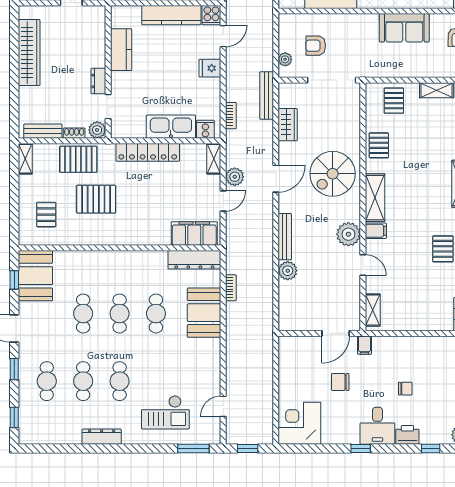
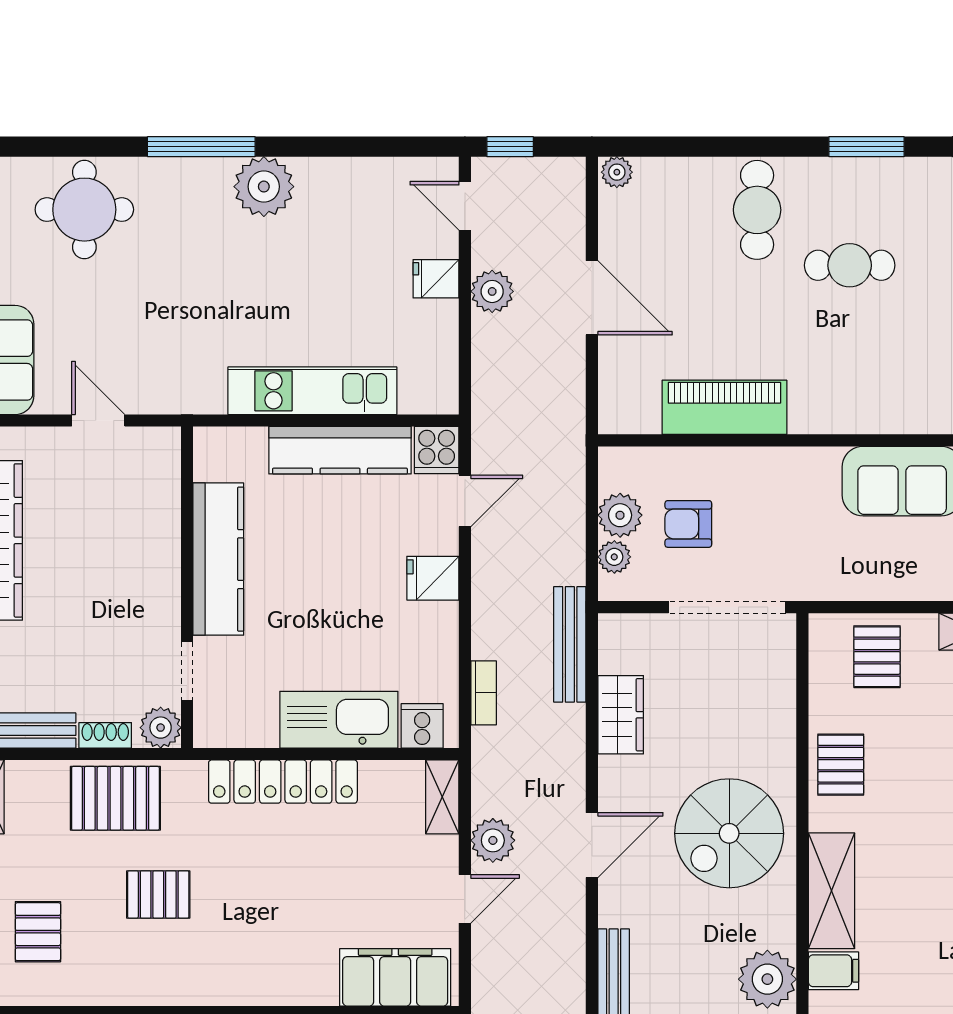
plant: (287, 42) -> (620, 515), added
kitchen counter: (121, 50) -> (218, 559), width x1.50
dresser: (98, 81) -> (164, 609), removed
pallet: (96, 199) -> (158, 894), width x0.67, depth x0.71

